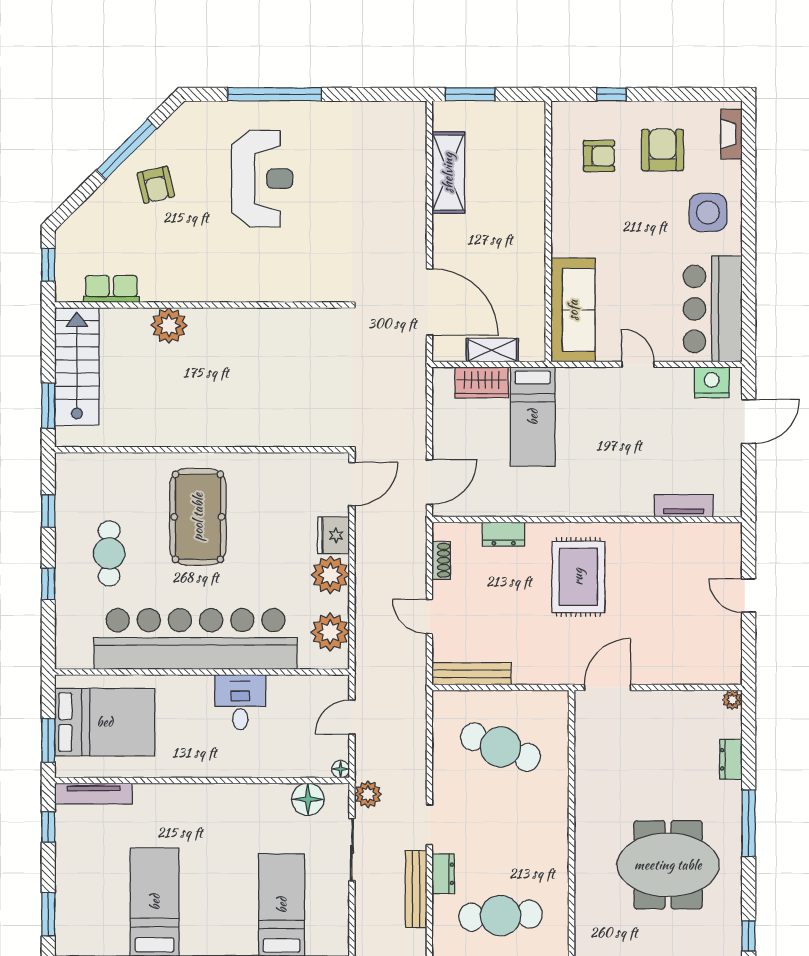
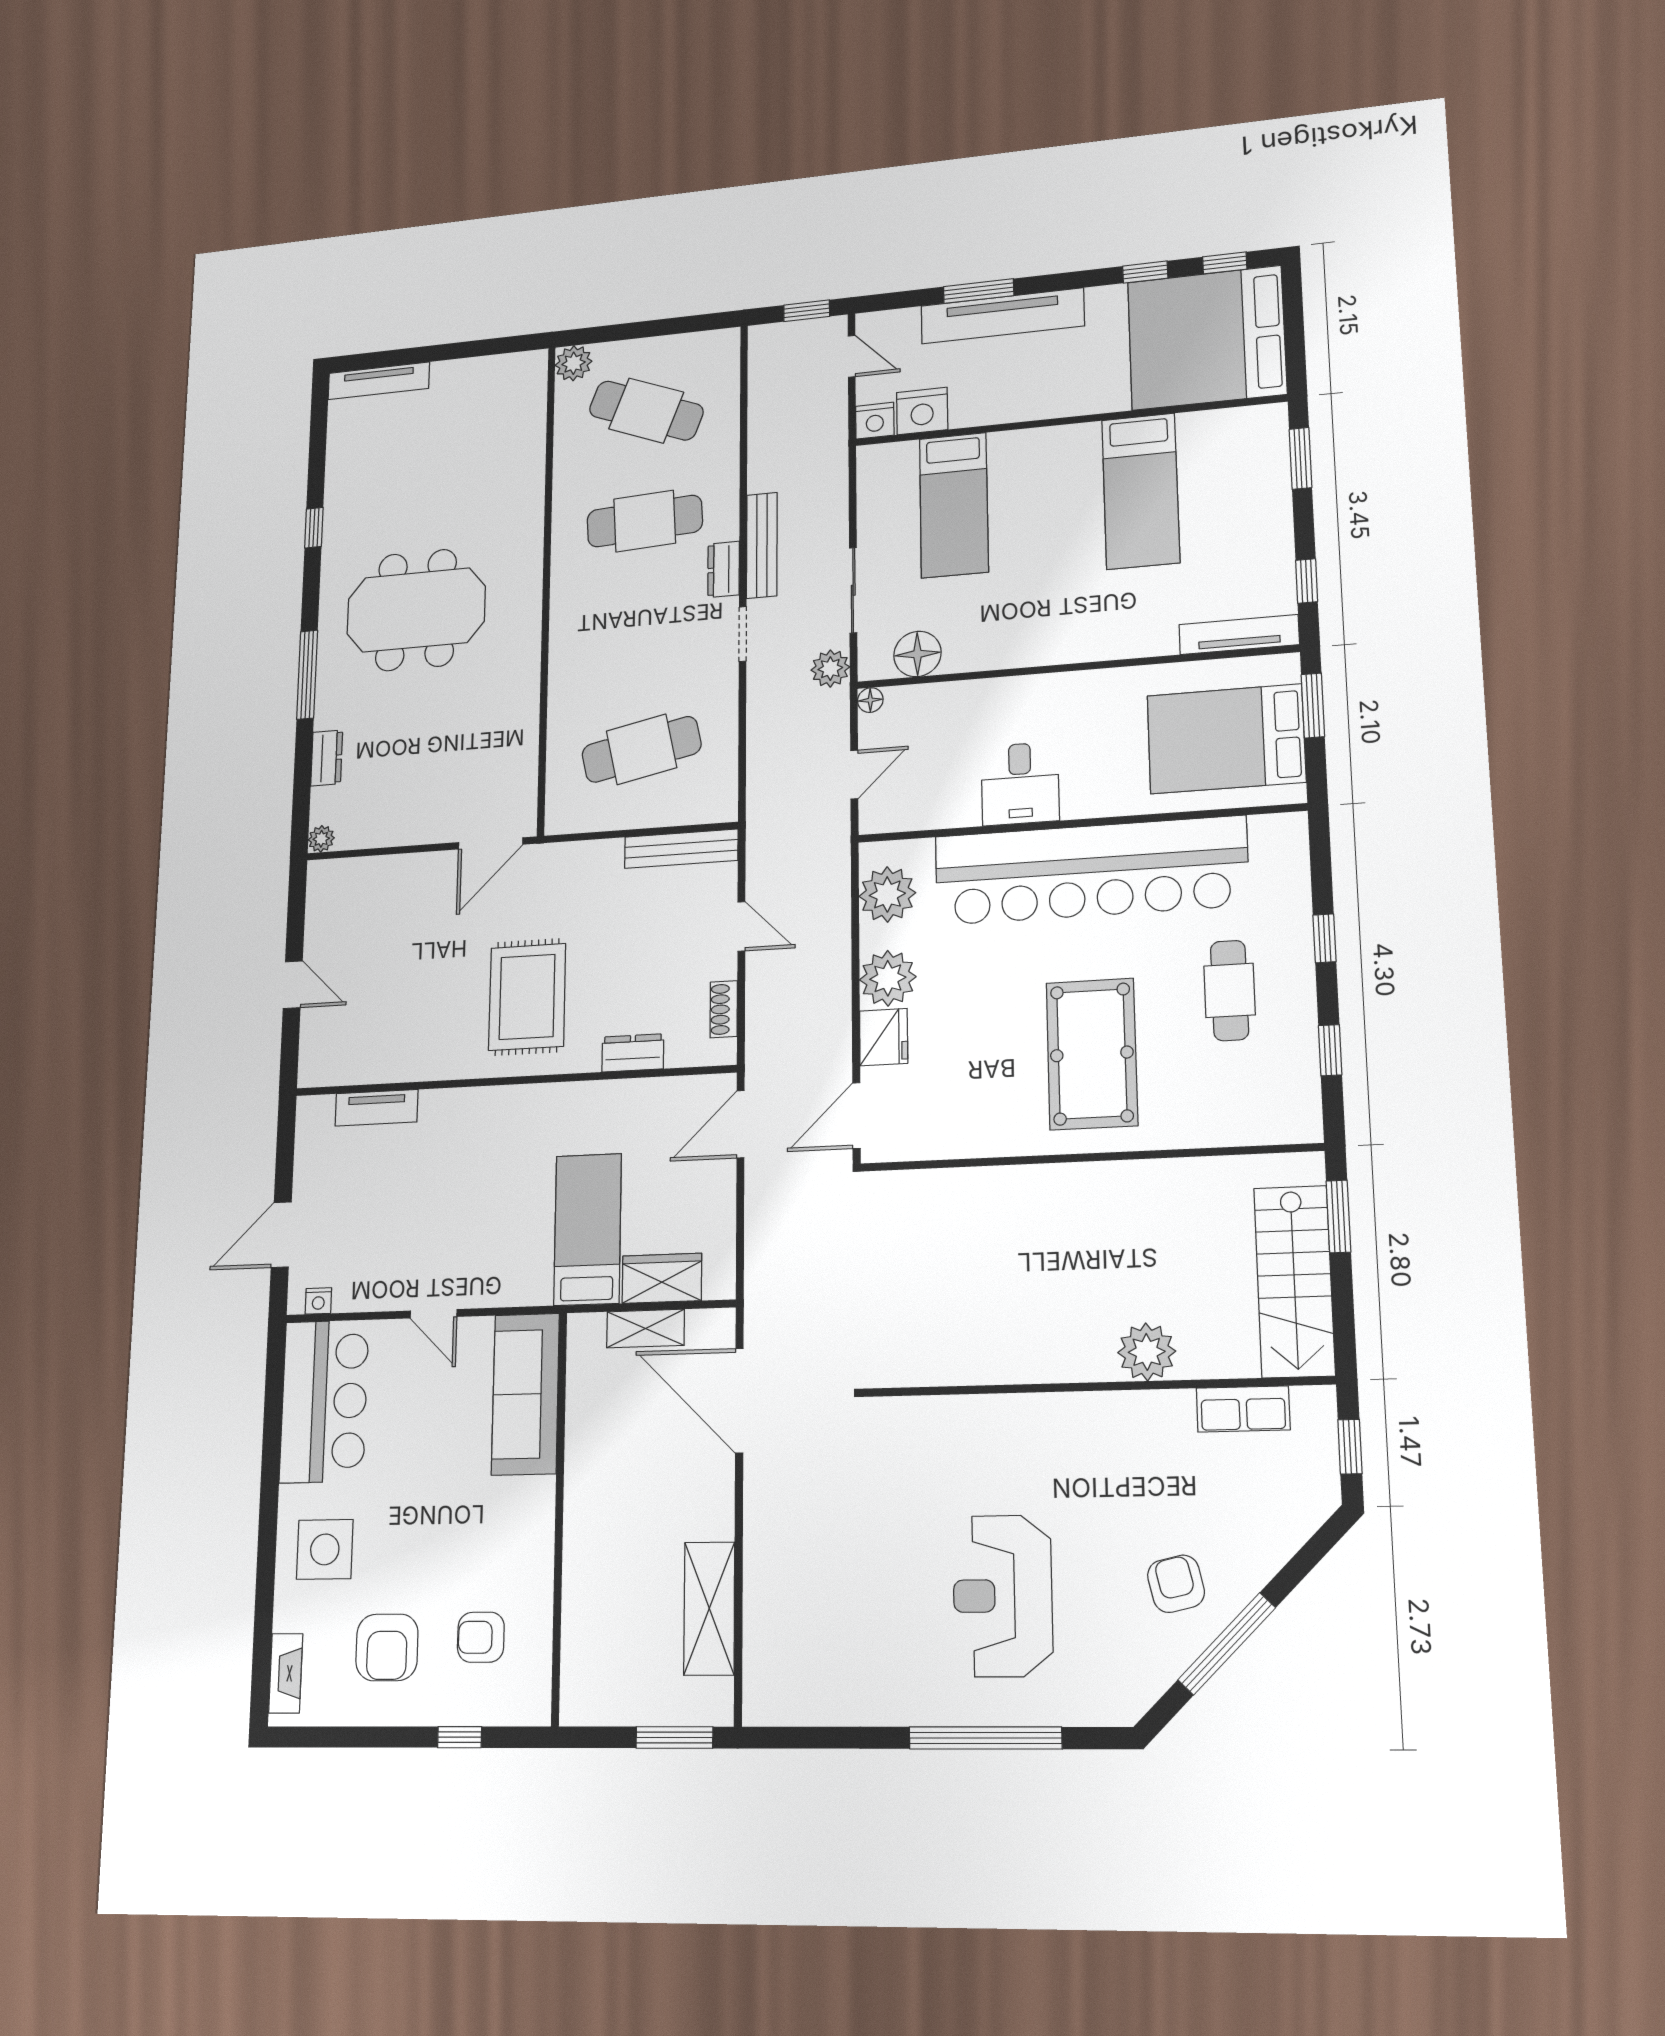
nightstand: (712, 382) -> (318, 1301), width x0.53, depth x0.56
cafe table: (500, 747) -> (641, 749), turned -33

